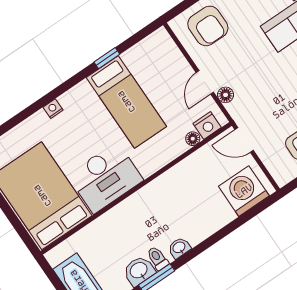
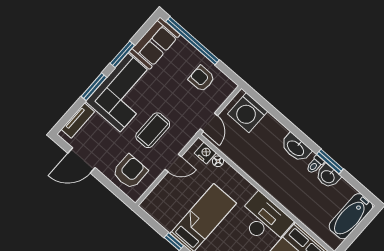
coffee table: (252, 67) -> (153, 130), added
floor lamp: (226, 95) -> (179, 145), removed
washbasin: (179, 248) -> (296, 148), width x1.91, depth x1.45

